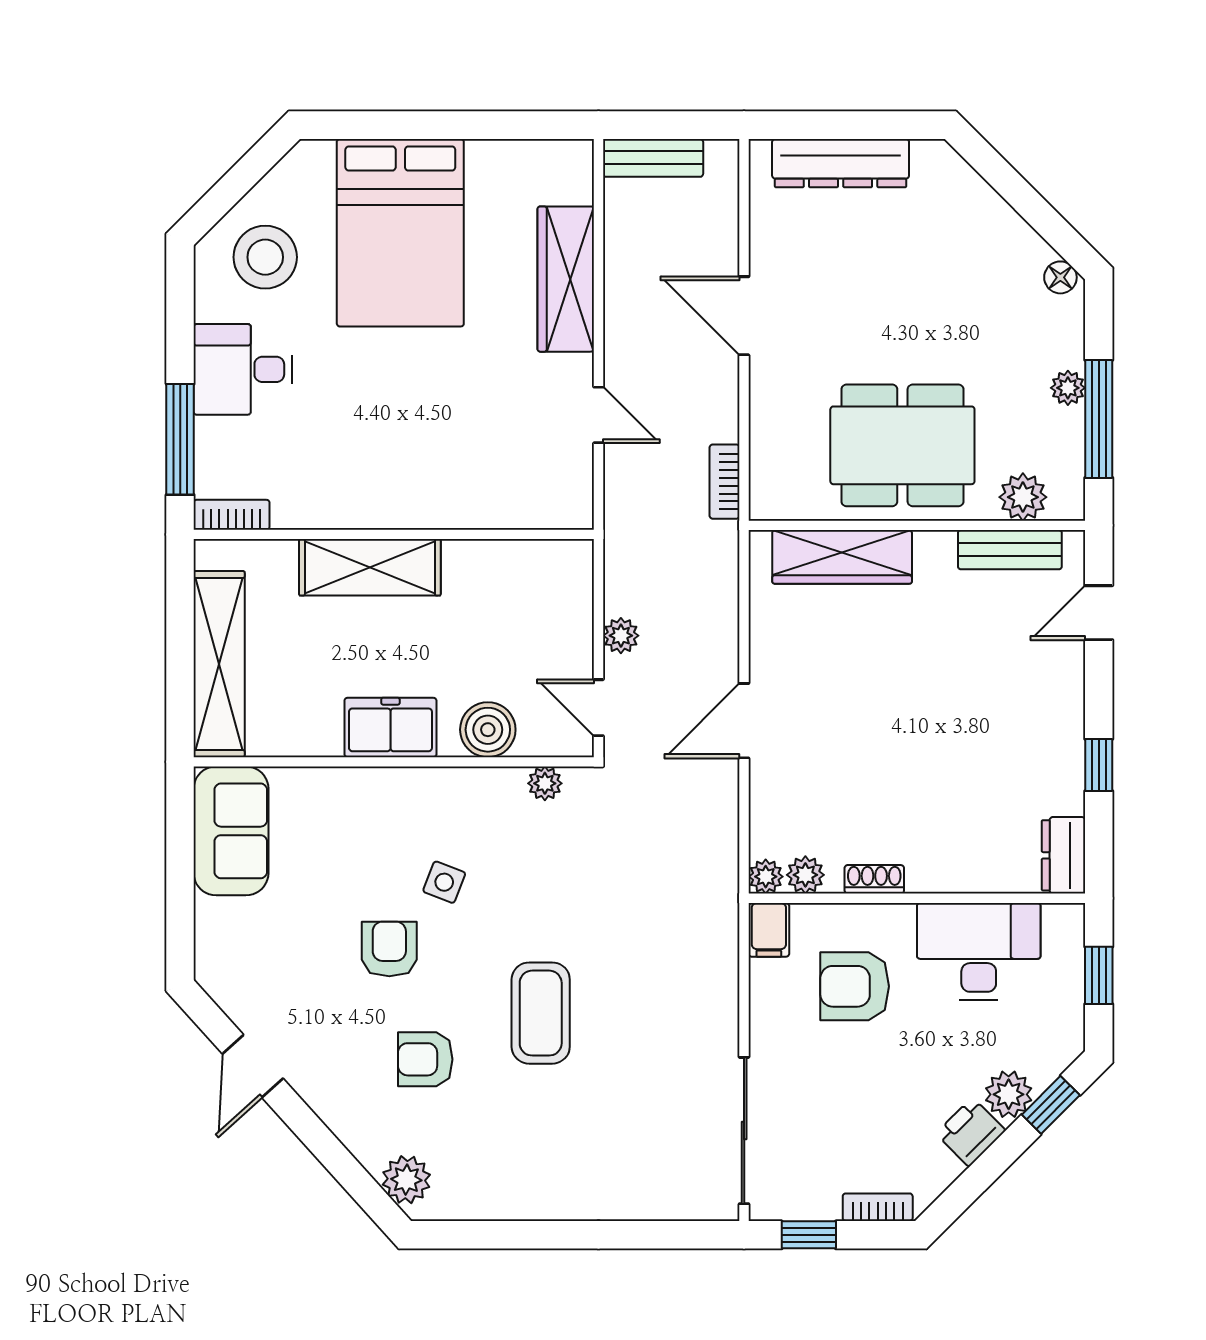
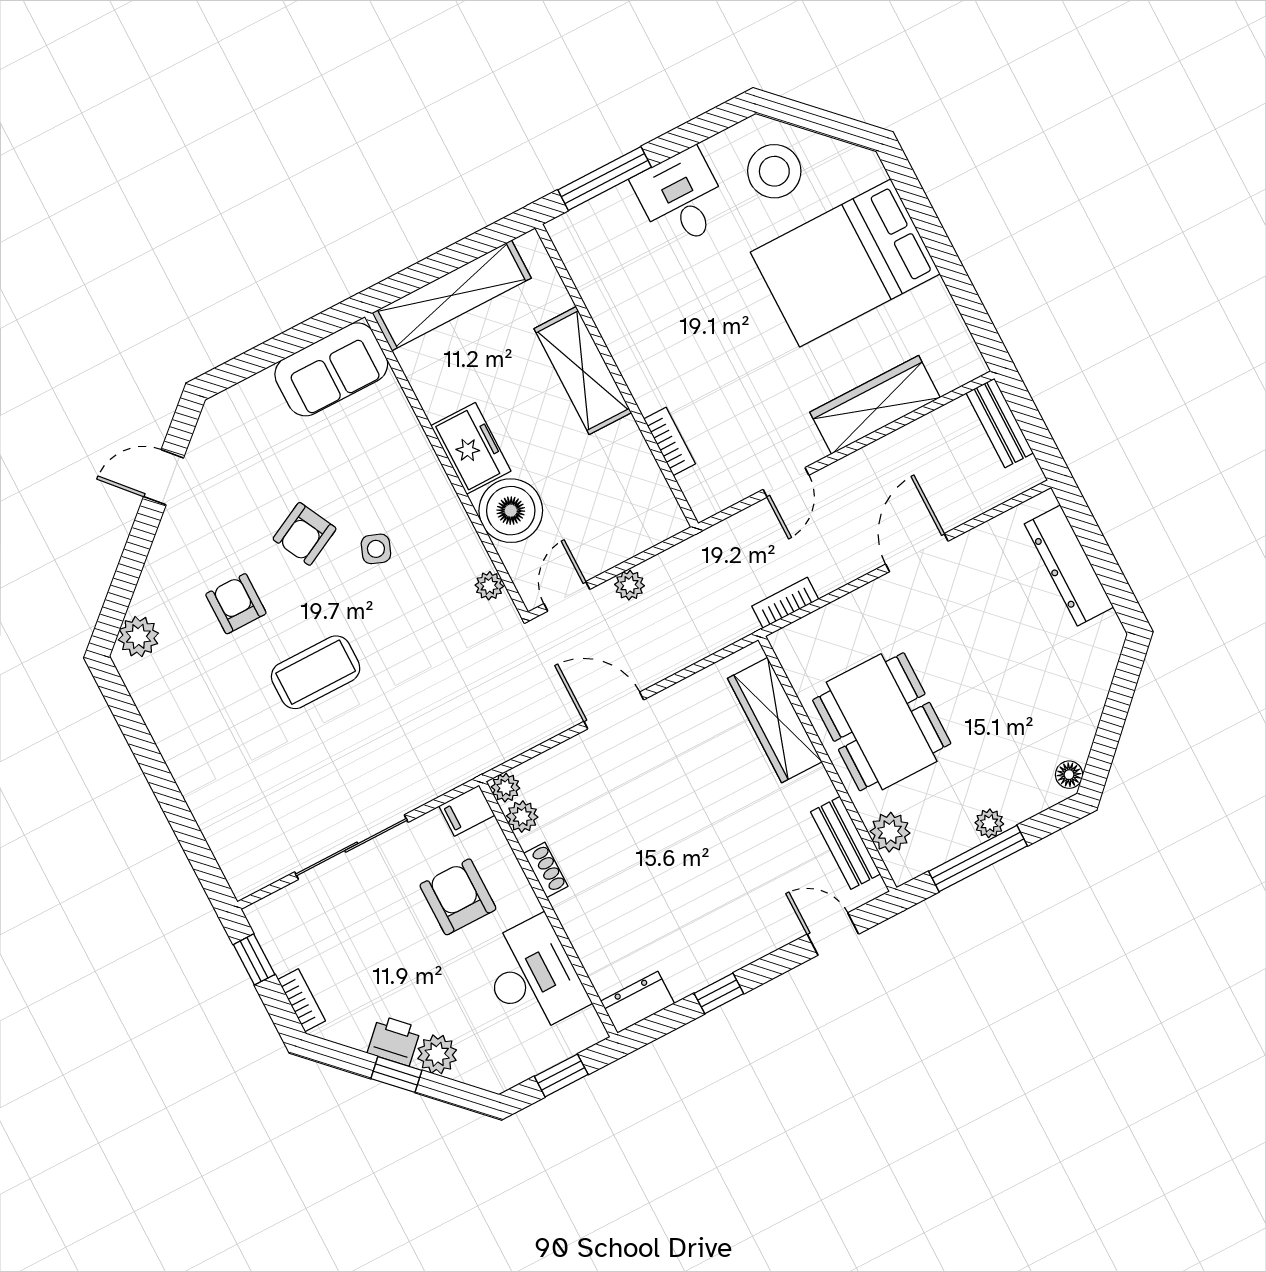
bookcase: (232, 515) -> (670, 441), moved
boiler: (488, 730) -> (511, 511), width x1.37, depth x1.37
armchair: (389, 949) -> (305, 534), turned 153
window: (1051, 1105) -> (396, 1074), moved
sliding door: (744, 1131) -> (351, 847), moved

